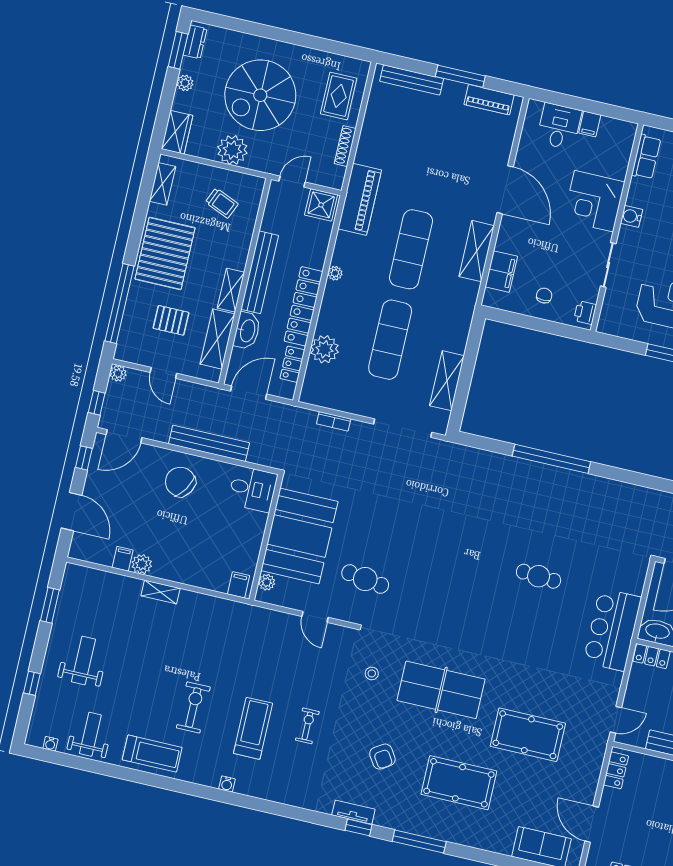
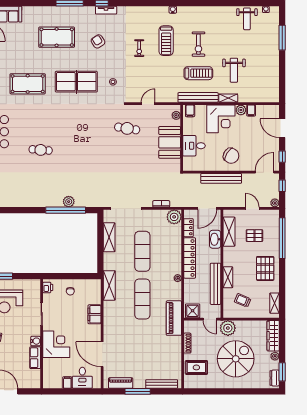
rug: (339, 96) -> (196, 367), turned 90
wardrobe: (177, 132) -> (273, 336), width x1.50
plant: (232, 150) -> (228, 328), moved
row of seats: (646, 157) -> (35, 358), moved
door: (292, 182) -> (210, 319), hinge flipped
door: (505, 190) -> (102, 354), moved
shelving: (477, 251) -> (109, 285), moved
pallet: (165, 253) -> (265, 268), width x0.73, depth x0.71
bench: (260, 272) -> (216, 284), moved
filing cabinet: (501, 272) -> (94, 314), moved
shelving: (231, 290) -> (228, 277), moved
plant: (325, 349) -> (174, 217), moved
window: (551, 459) -> (66, 210), moved
plant: (508, 466) -> (69, 202), added
desk: (253, 489) -> (194, 146), moved
booth: (299, 536) -> (170, 142), width x0.73, depth x0.70
corner desk: (183, 556) -> (221, 119), added
window: (50, 605) -> (282, 79), removed
bench: (217, 607) -> (198, 97), added
door: (315, 617) -> (148, 104), hinge flipped
weight bench: (83, 660) -> (234, 70), moved
window: (32, 683) -> (282, 38), width x2.17
pool table: (528, 735) -> (28, 84), moved
treadmill: (152, 754) -> (198, 73), moved, turned 180

